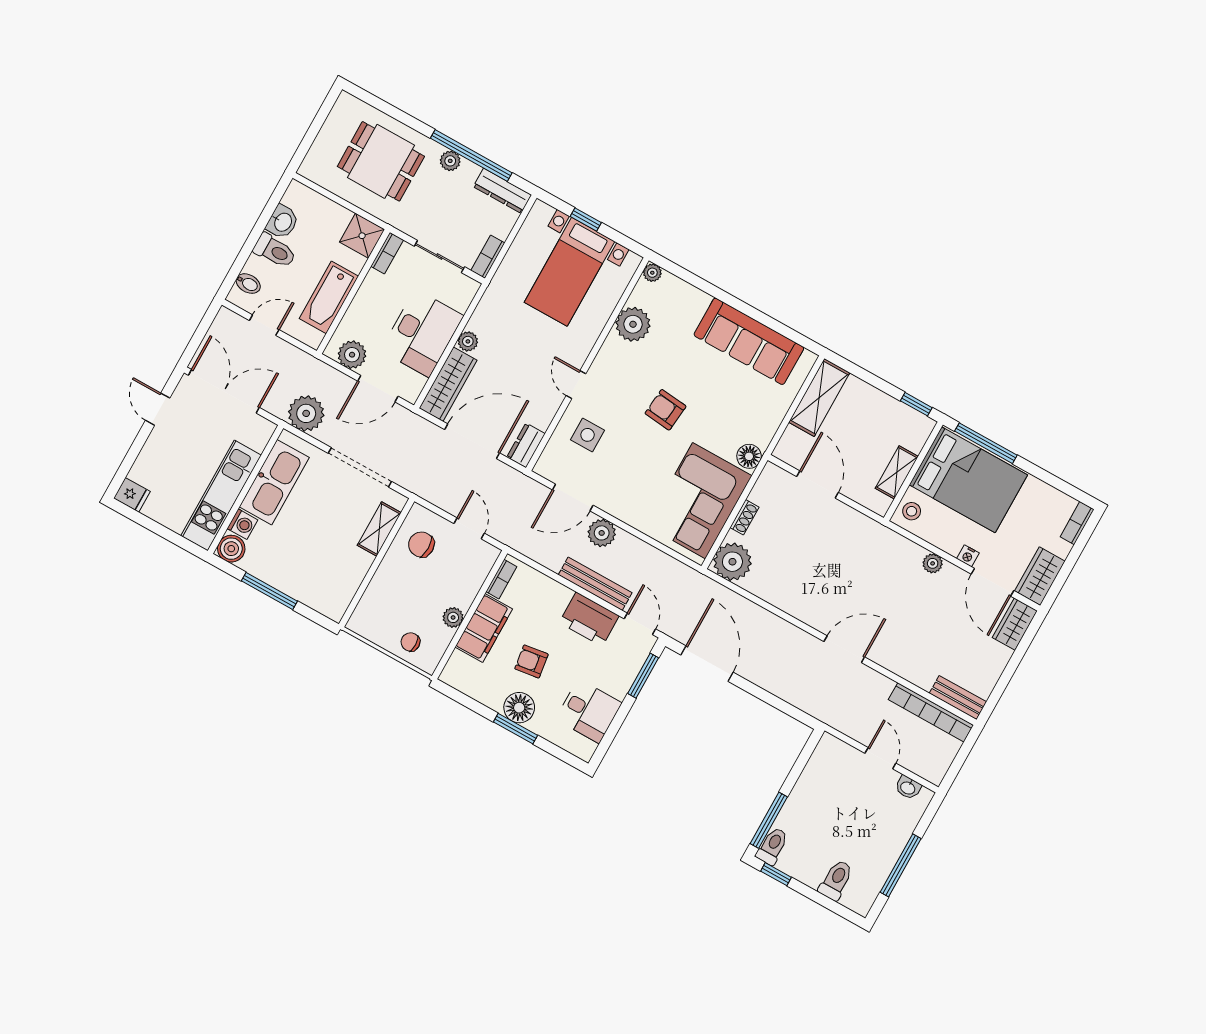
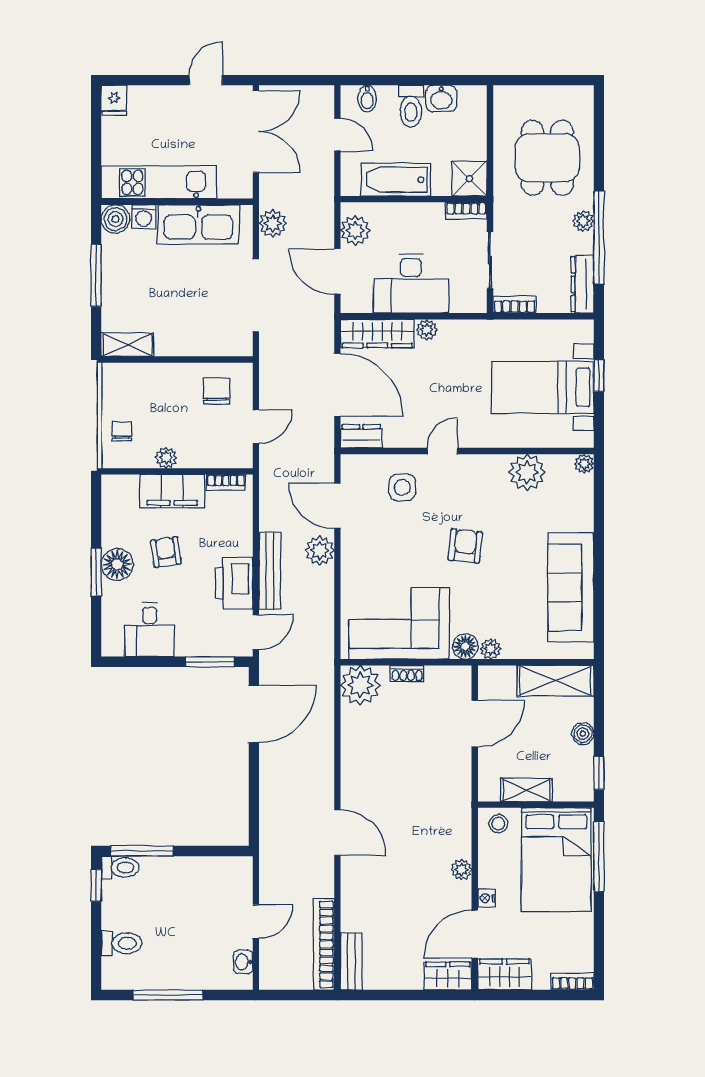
boiler: (876, 399) -> (583, 734), added
plant: (306, 413) -> (273, 223), width x0.73, depth x0.73
plant: (763, 437) -> (490, 649), added
shelving: (379, 529) -> (128, 345), moved

